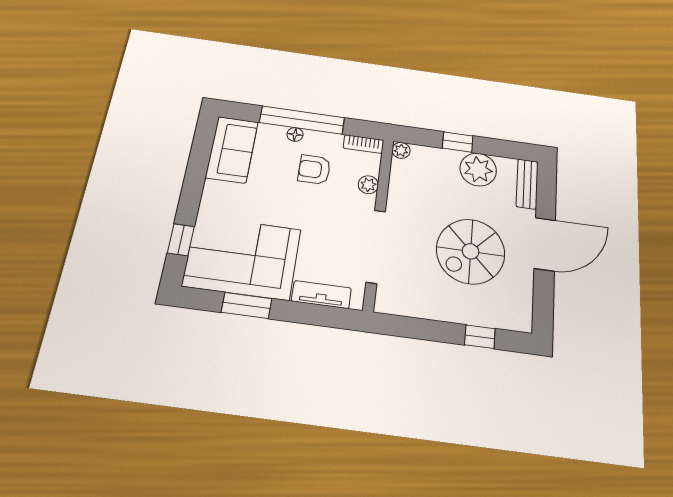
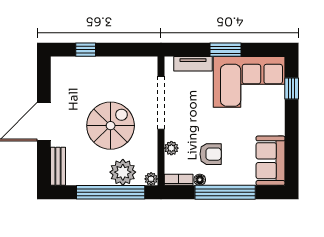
floor lamp: (295, 134) -> (200, 180), moved
window: (458, 142) -> (111, 192), width x3.17
plant: (478, 170) -> (123, 172), moved
spiral stairs: (471, 251) -> (111, 126), moved
window: (247, 305) -> (225, 50), moved

